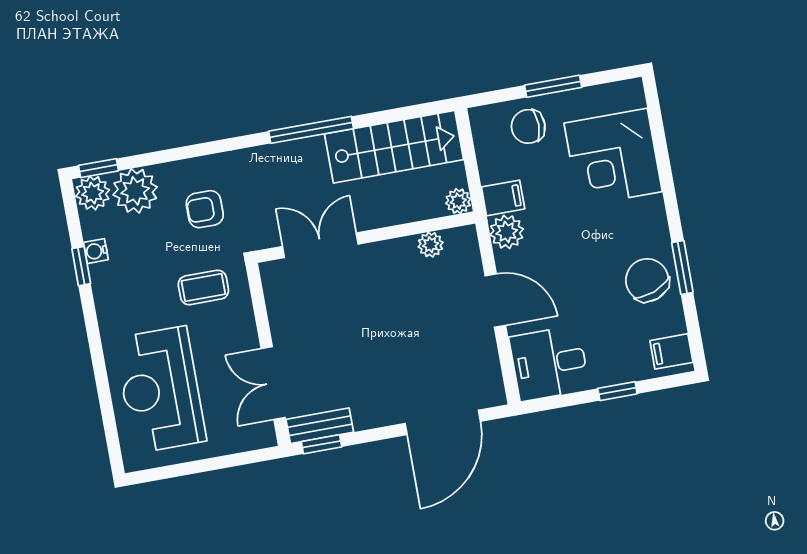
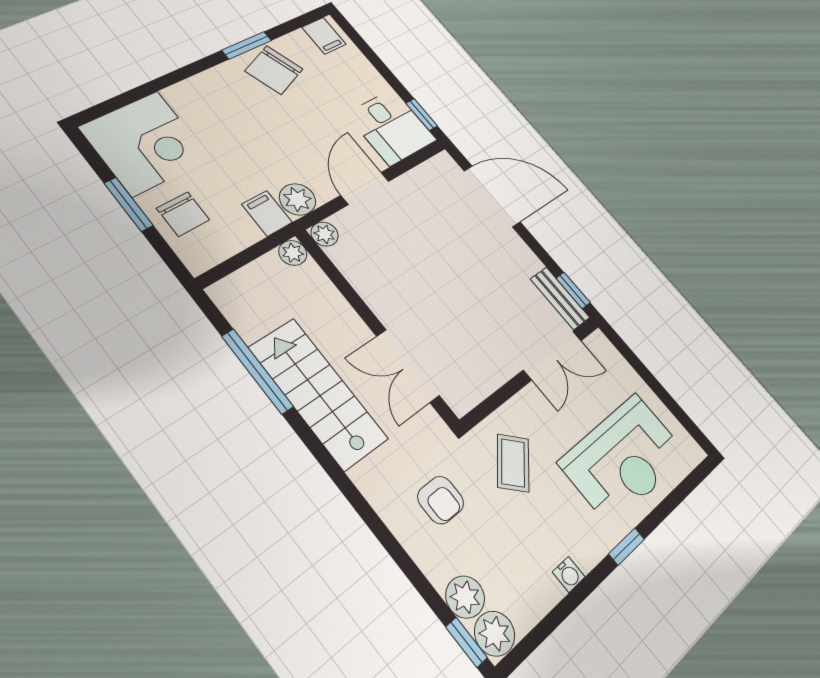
window: (311, 130) -> (257, 371), moved
stairs: (394, 147) -> (318, 393), moved
corner desk: (613, 157) -> (145, 143), moved
plant: (135, 191) -> (465, 597), width x0.73, depth x0.73
plant: (431, 245) -> (325, 234), moved
water cooler: (96, 251) -> (569, 574), moved
window: (81, 266) -> (627, 547), moved
coffee table: (203, 287) -> (513, 463), turned 44
window: (617, 391) -> (422, 115), moved

